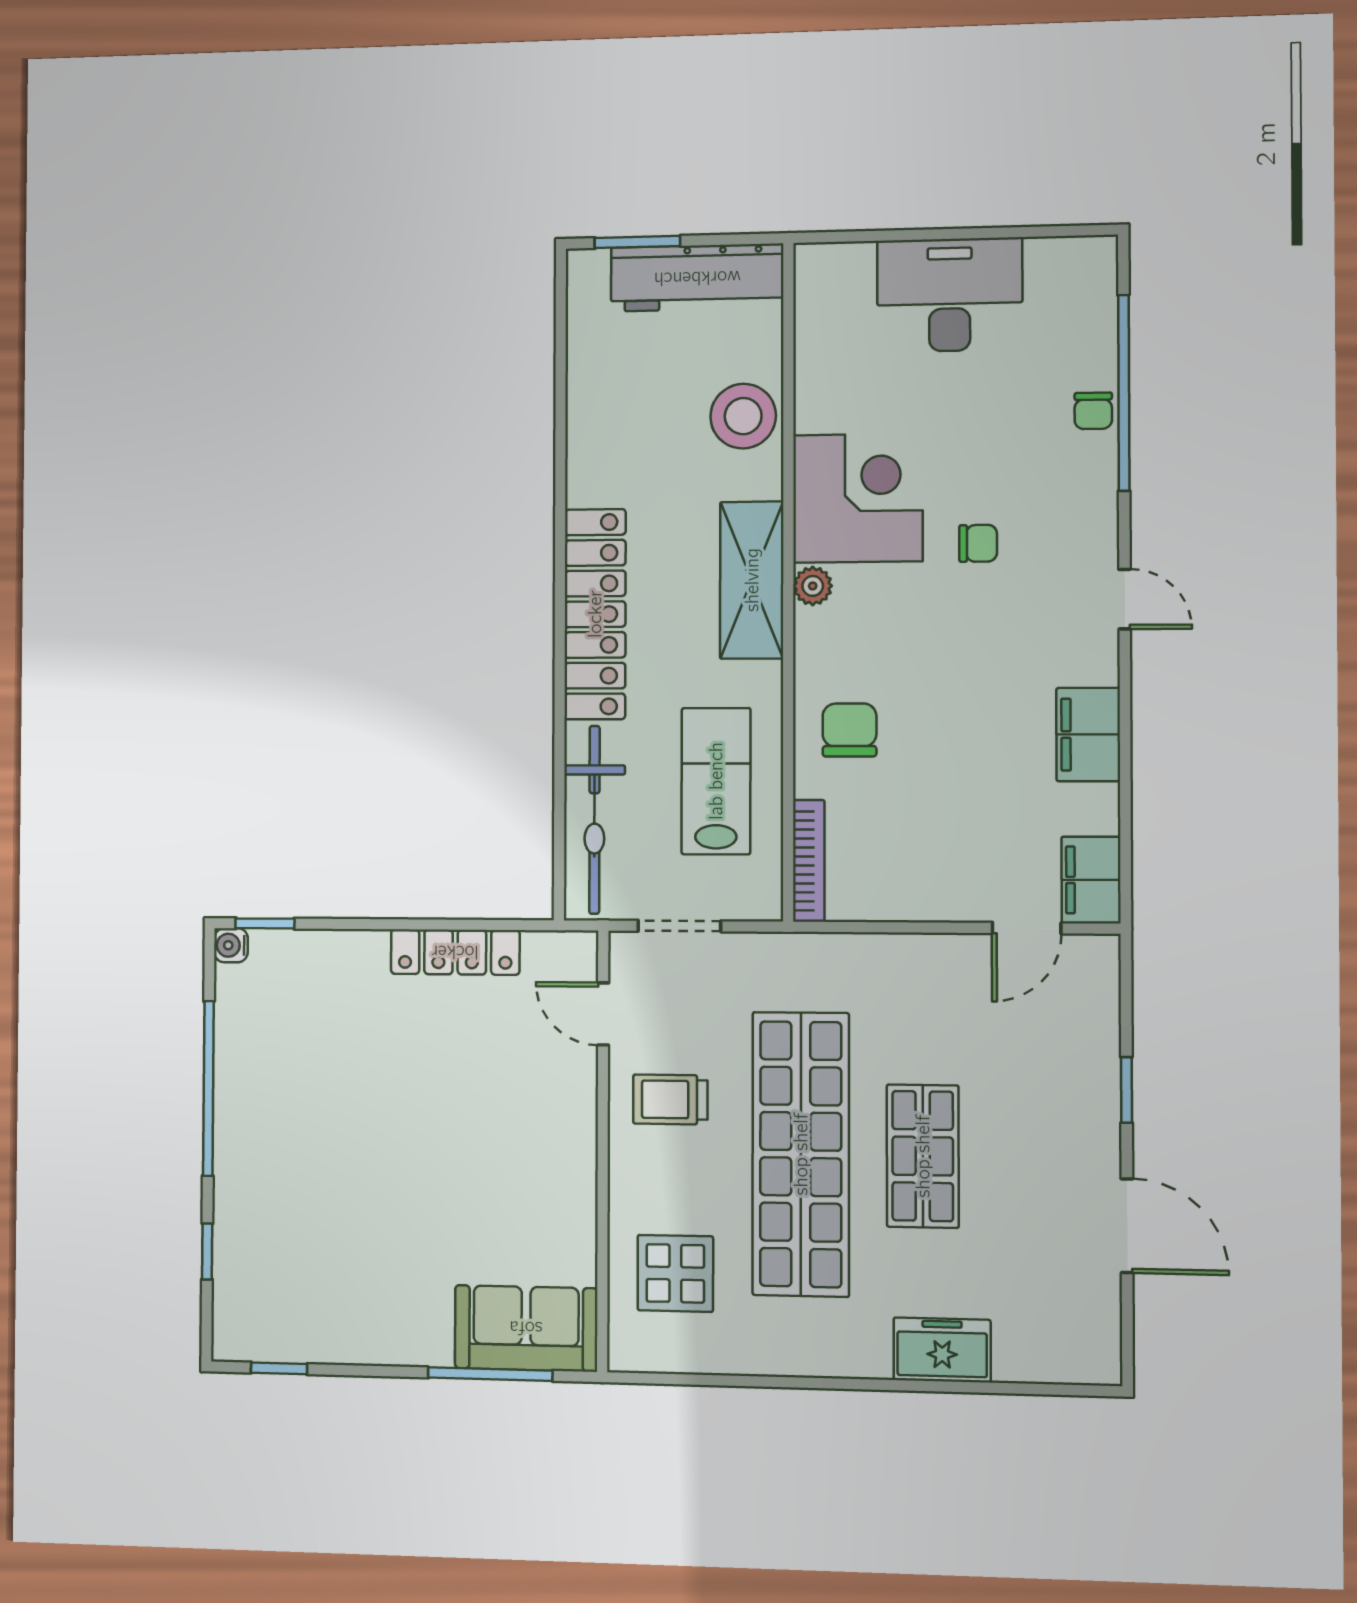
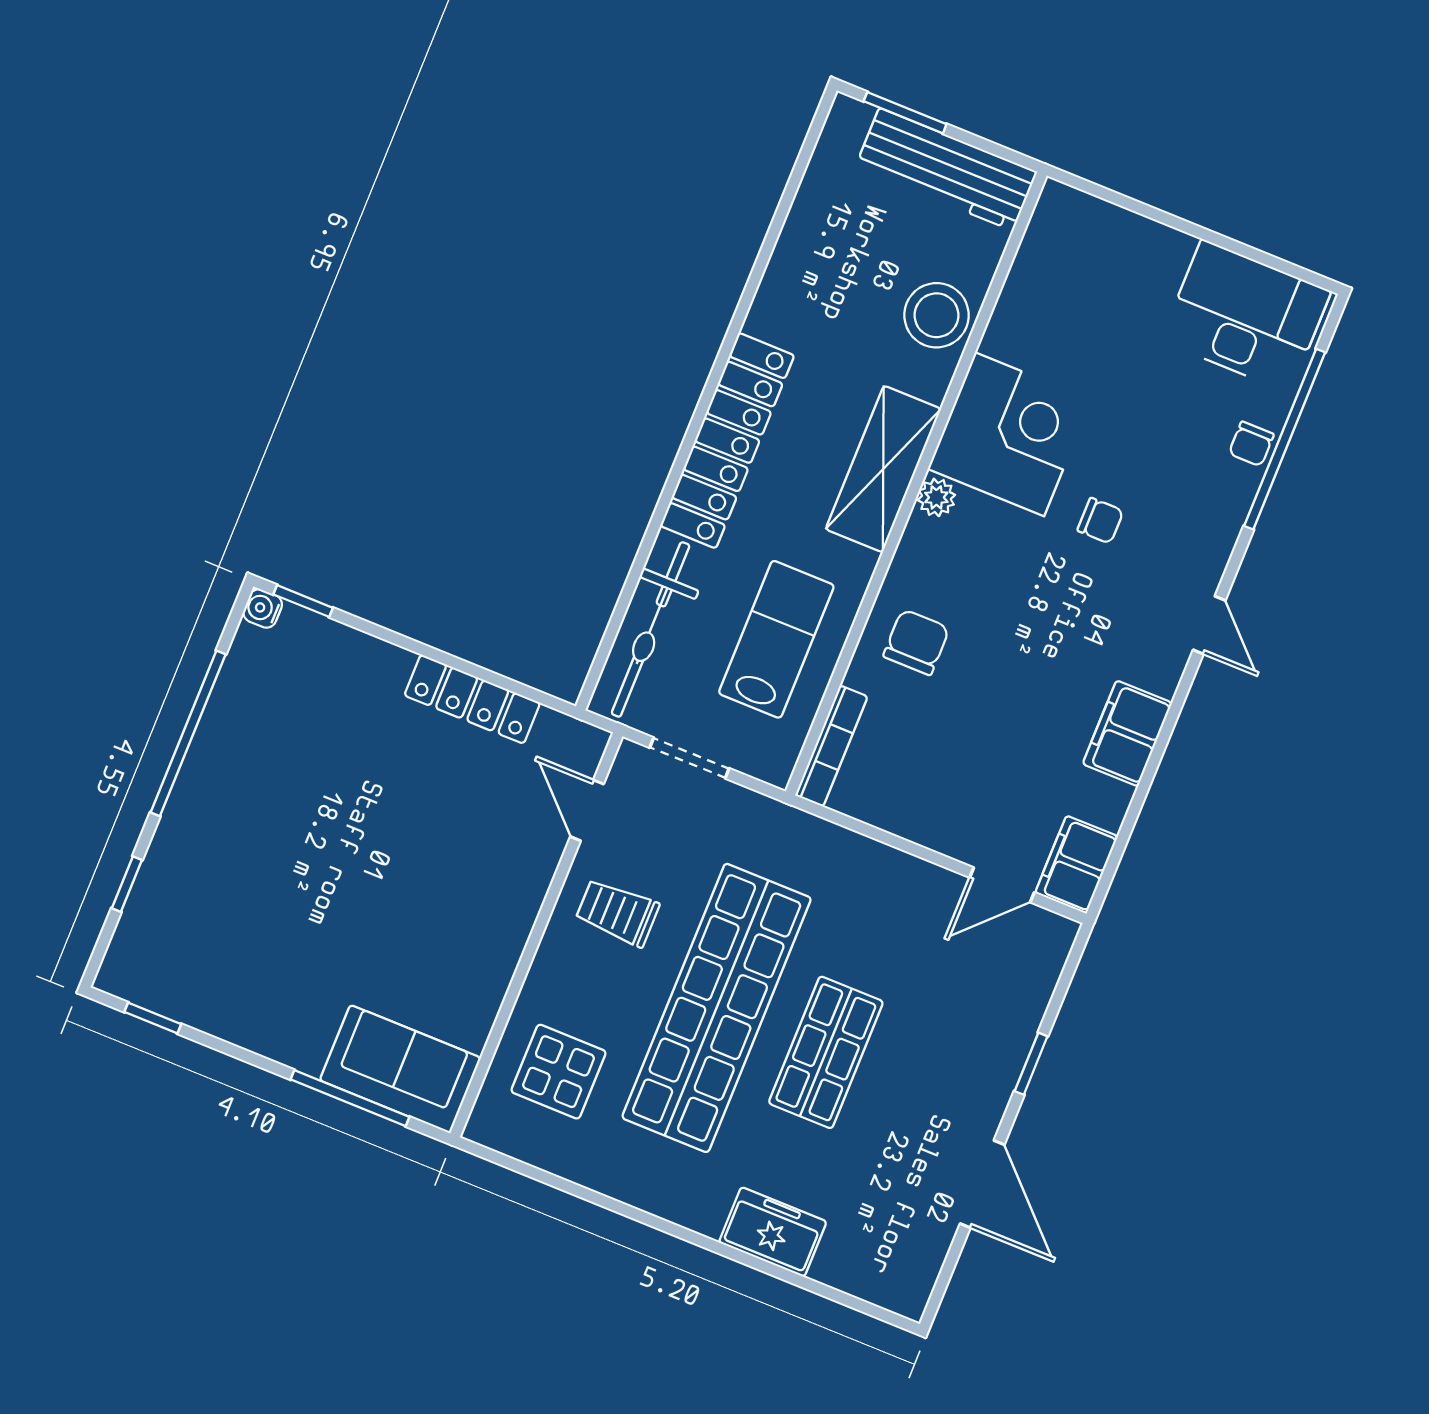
desk: (950, 295) -> (1246, 316), moved

